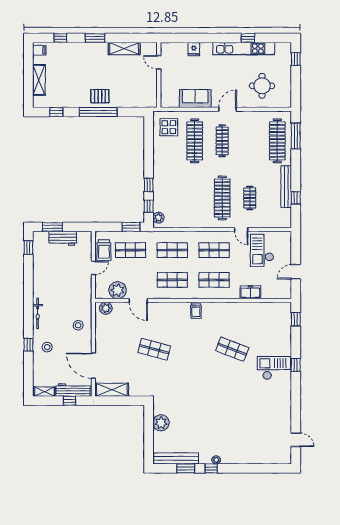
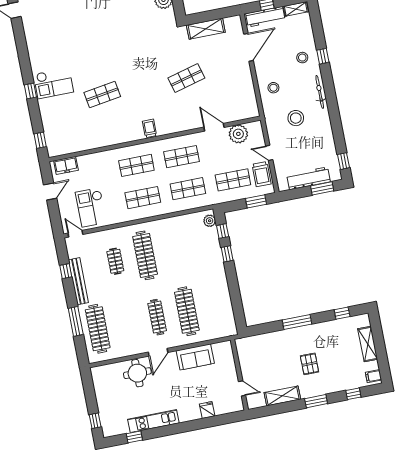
window: (248, 38) -> (134, 437), moved
kitchen unit: (244, 49) -> (153, 421), width x0.73
round table: (262, 86) -> (137, 373), moved
pallet: (100, 96) -> (309, 364), moved, turned 90
window: (98, 112) -> (297, 322), width x0.68
display table: (169, 127) -> (218, 321), removed
window: (296, 136) -> (76, 321), moved
window: (131, 227) -> (256, 201), moved
door: (241, 230) -> (75, 234), moved
workbench: (63, 238) -> (309, 178), width x1.38
trolley: (104, 250) -> (262, 174), turned 180
checkout: (262, 250) -> (91, 207), turned 180
door: (93, 268) -> (269, 153), hinge flipped
freezer: (250, 292) -> (66, 165), moved
stool: (64, 294) -> (296, 118), added
plant: (106, 308) -> (247, 112), removed
shop shelf: (154, 349) -> (186, 78), turned -30
shop shelf: (232, 349) -> (102, 94), turned -30
door: (93, 366) -> (248, 47), hinge flipped
shelving: (112, 390) -> (206, 29), moved

